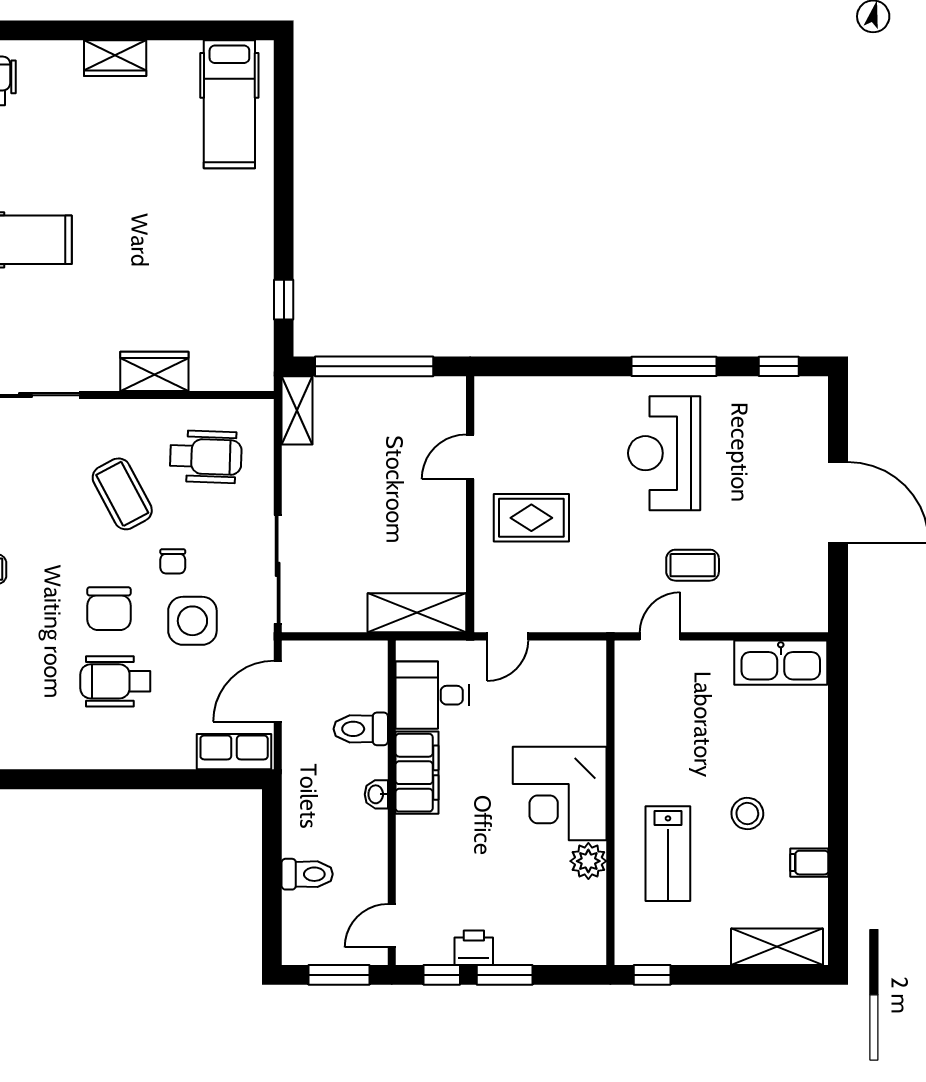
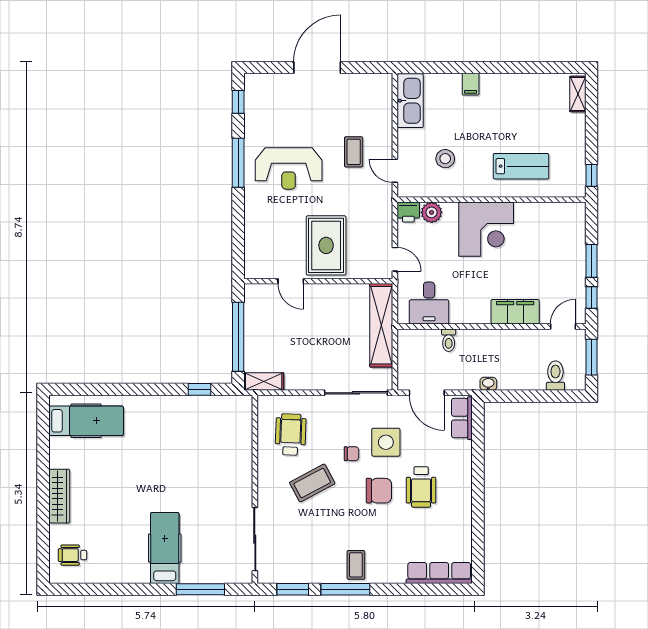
wardrobe: (115, 58) -> (59, 496), width x1.50
wardrobe: (154, 371) -> (241, 464), removed
rug: (531, 518) -> (326, 245), width x1.36, depth x1.43
shelving: (417, 613) -> (381, 325), width x1.47
toilet: (361, 729) -> (449, 340), width x0.73, depth x0.72
filing cabinet: (417, 773) -> (515, 312), moved
washbasin: (376, 794) -> (488, 384), moved, turned 180
stool: (747, 813) -> (445, 159), moved
plant: (588, 861) -> (432, 212), moved
filing cabinet: (809, 863) -> (471, 84), moved
toilet: (307, 874) -> (555, 376), moved
door: (392, 926) -> (563, 326), swing flipped
shelving: (777, 947) -> (578, 94), width x0.67, depth x0.75
printer: (474, 948) -> (408, 212), moved, turned -90

